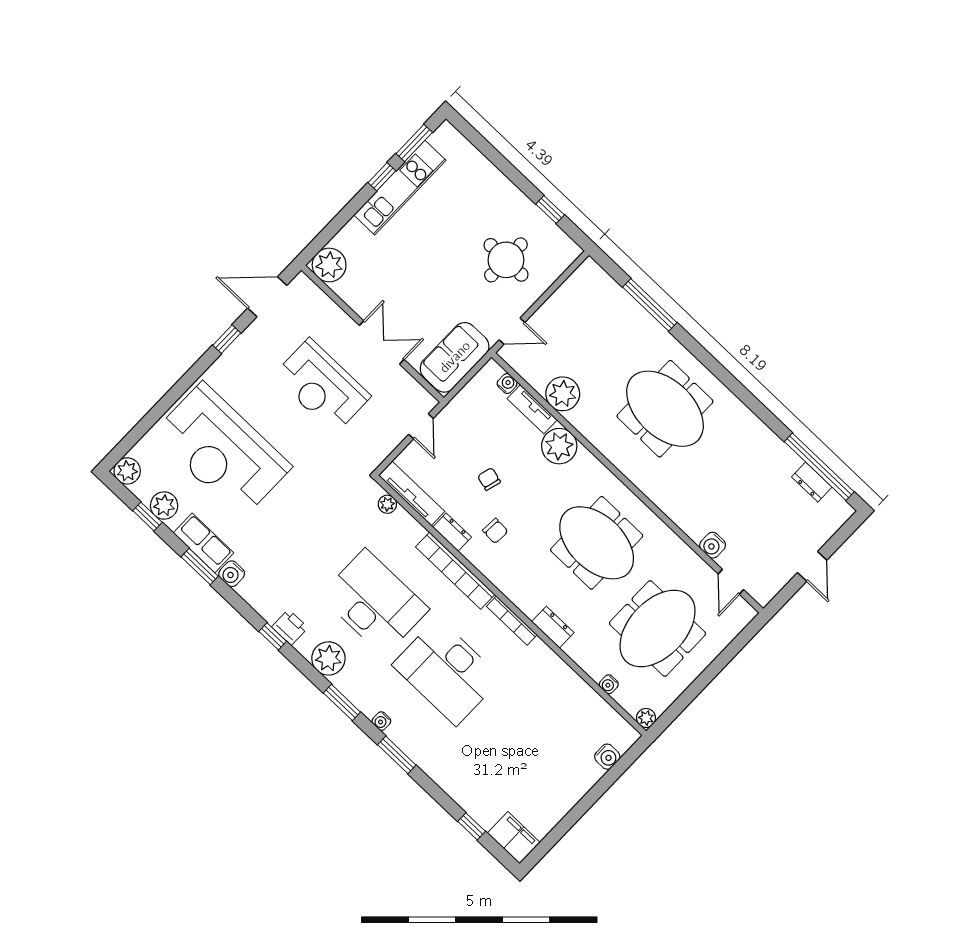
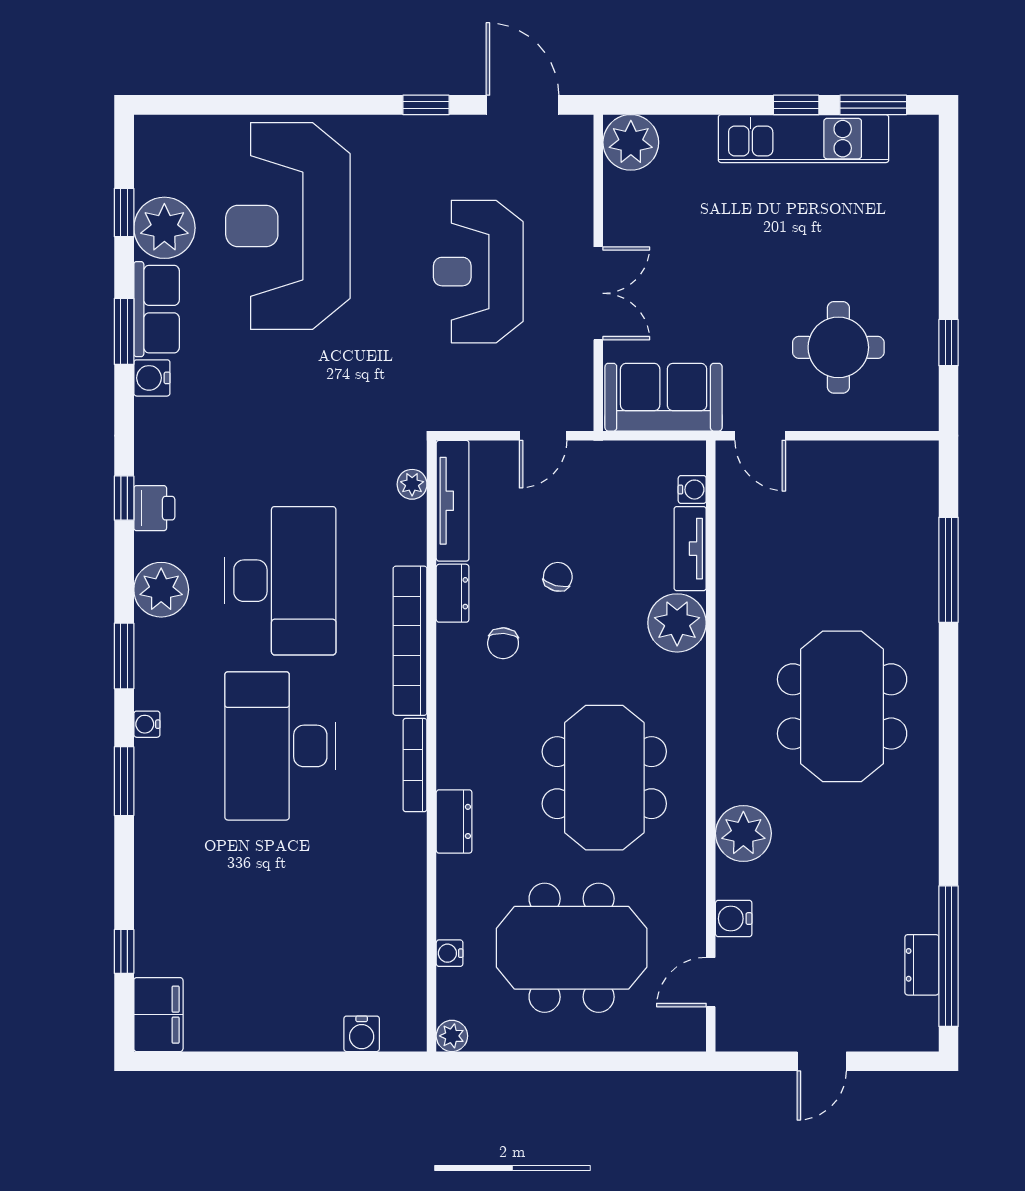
plant: (563, 394) -> (743, 833), moved
plant: (127, 471) -> (155, 136), removed
plant: (164, 505) -> (164, 228), width x1.36, depth x1.36

